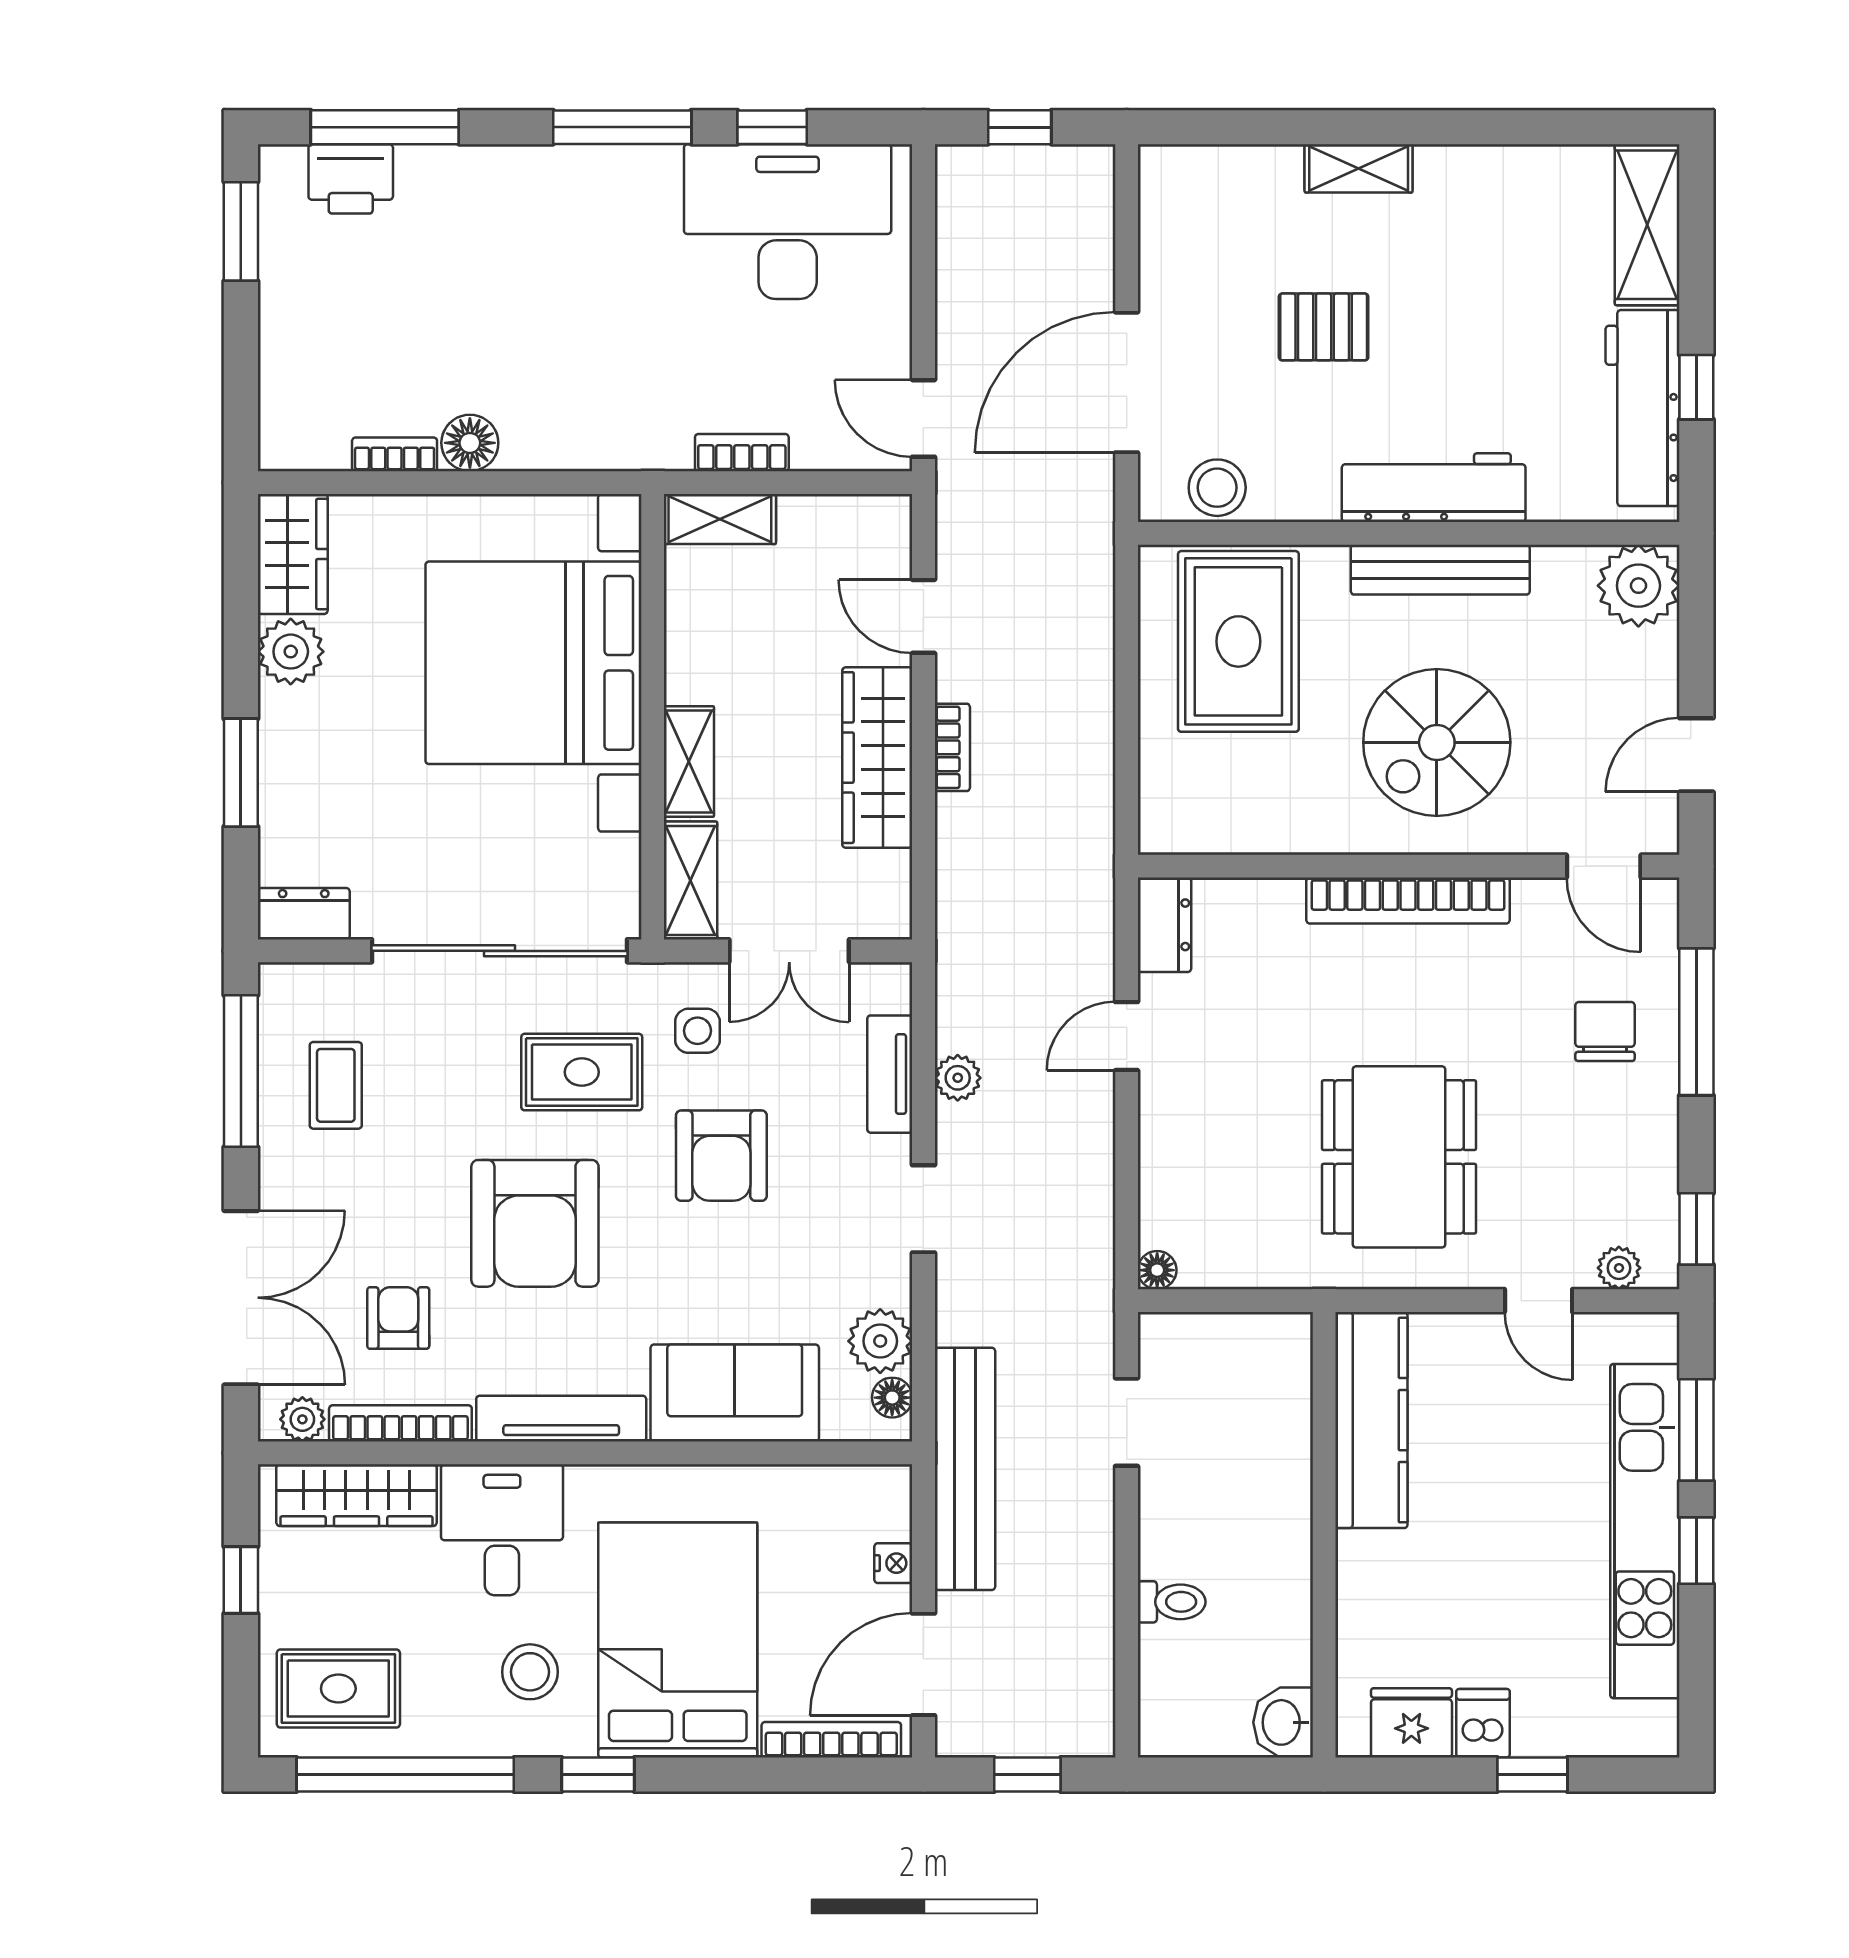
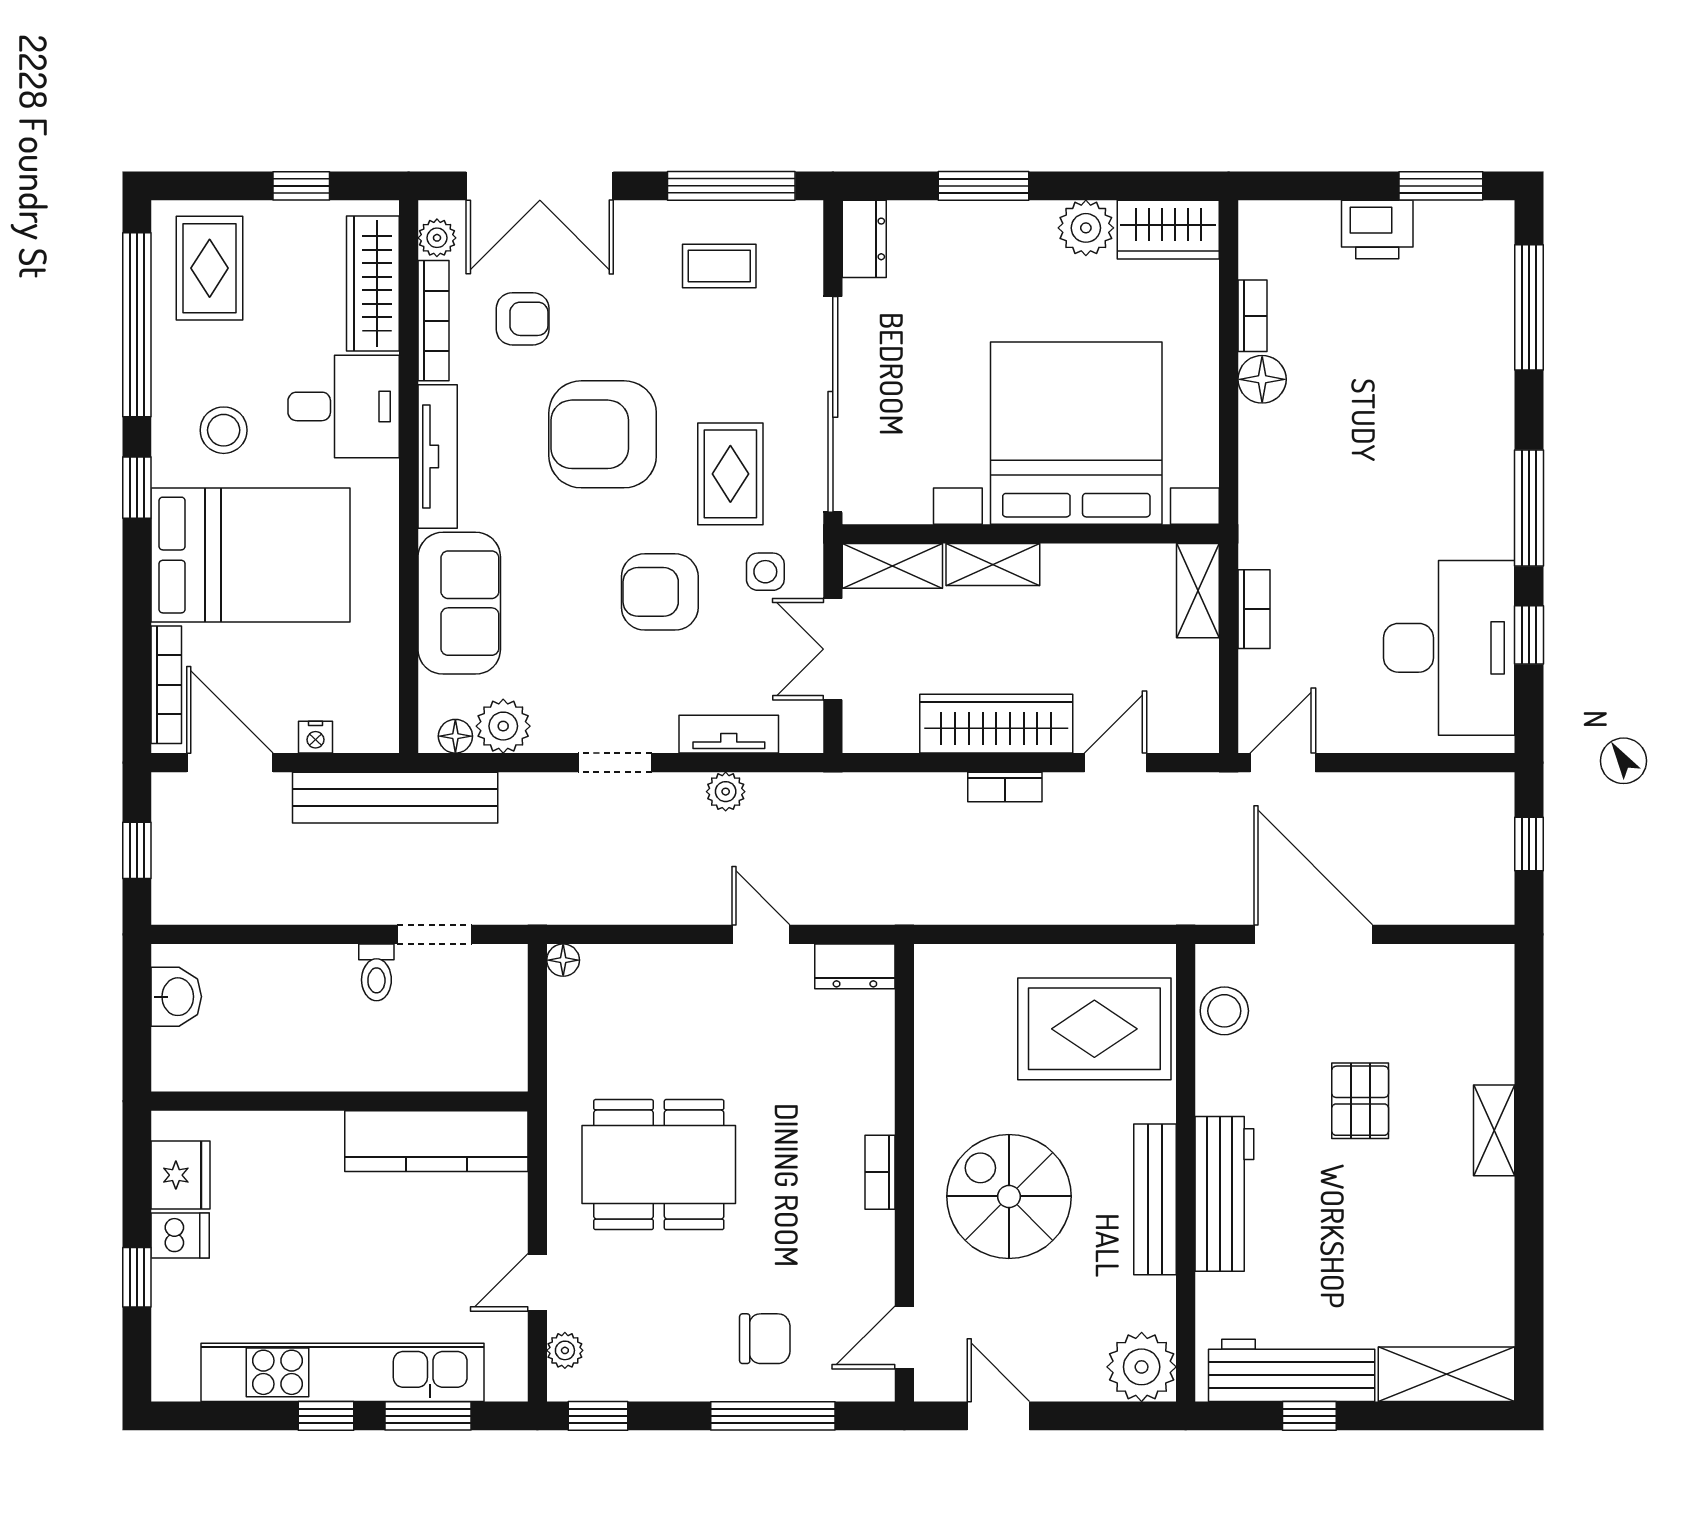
printer: (351, 179) -> (1377, 230), moved, turned -90
bookcase: (1408, 901) -> (880, 1172), width x0.43, depth x0.76
toilet: (1172, 1602) -> (376, 972), moved
washbasin: (1283, 1722) -> (176, 997), moved, turned 90

